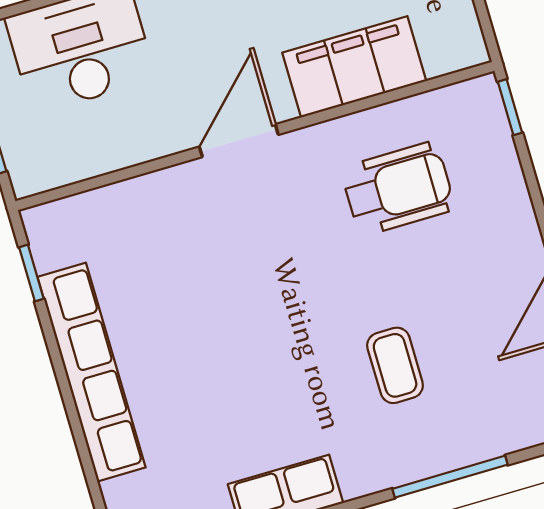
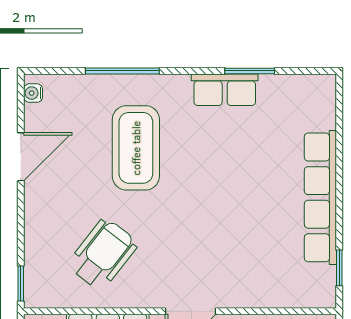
wheelchair: (398, 189) -> (103, 254), turned 128
coffee table: (395, 365) -> (136, 148), width x1.86, depth x1.72

